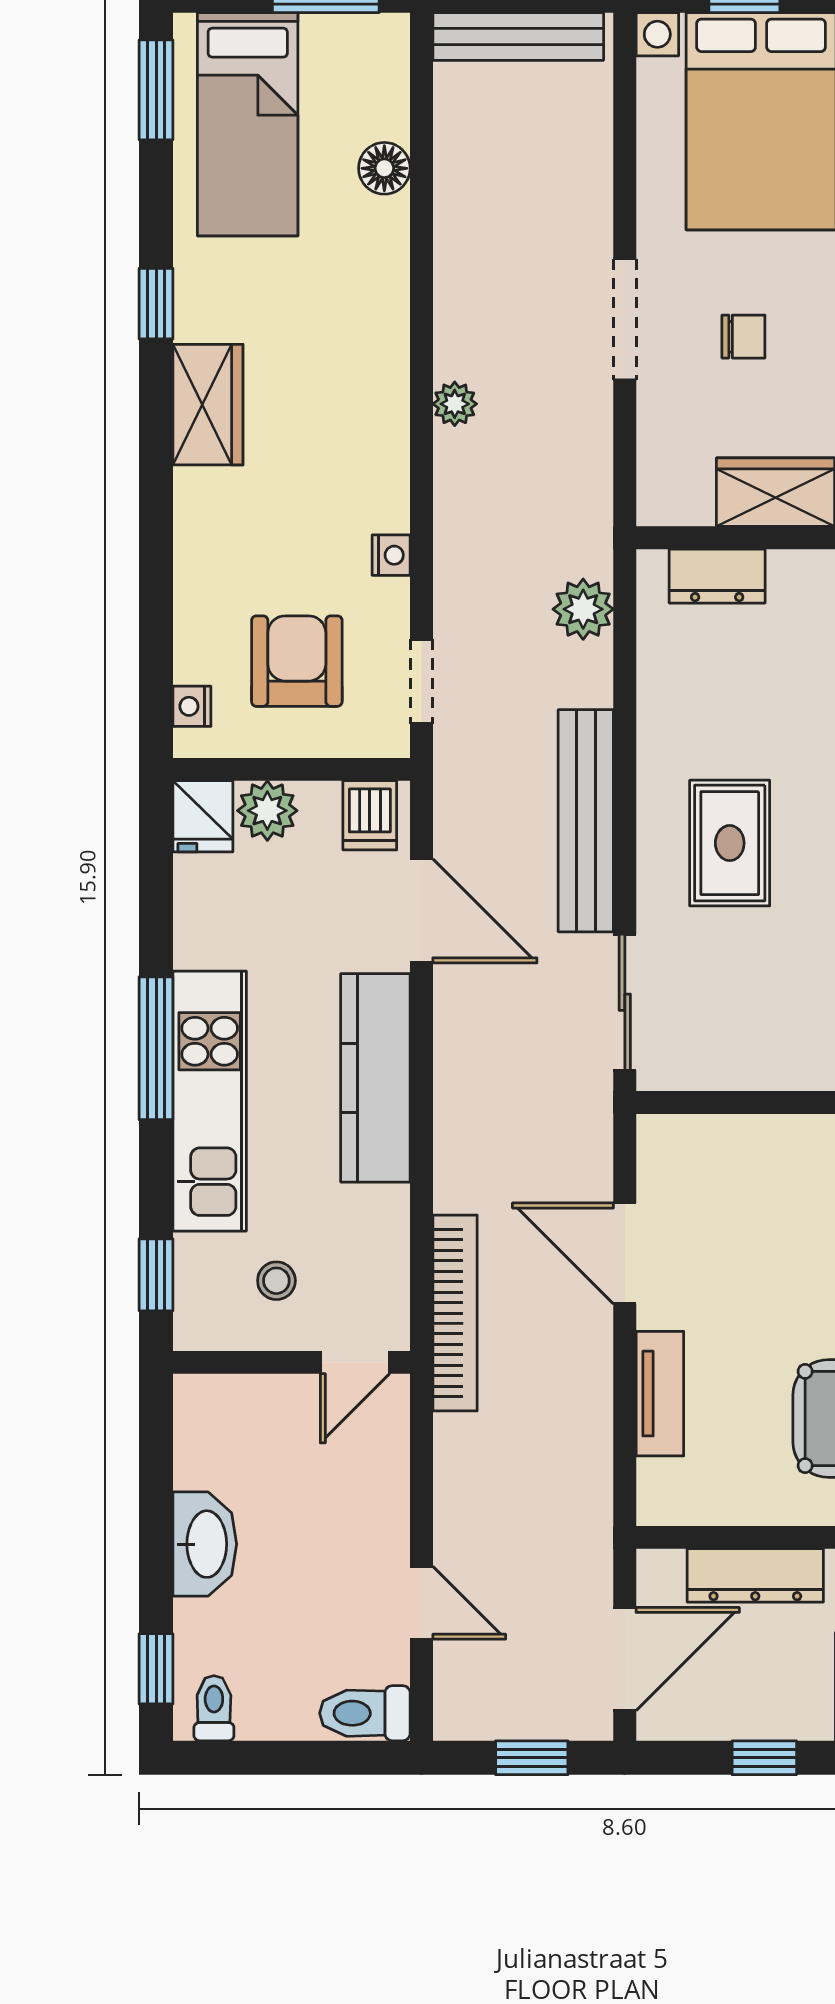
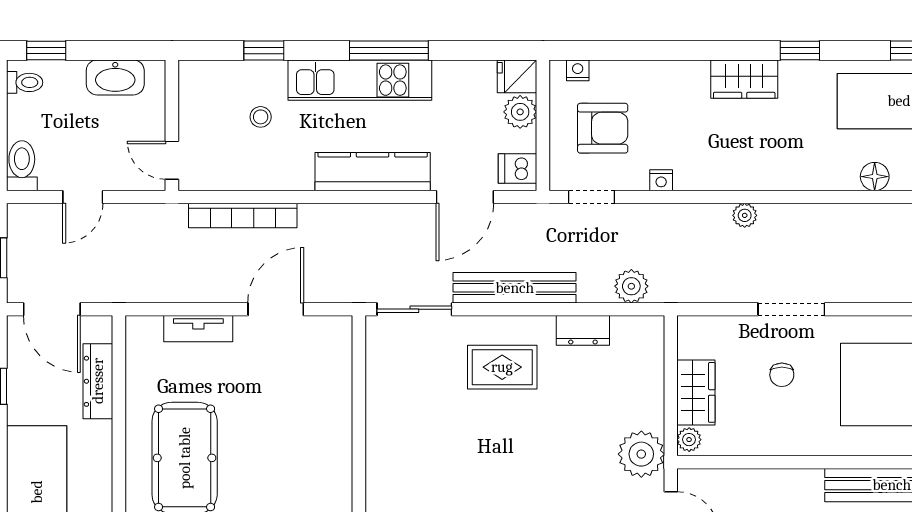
dresser: (717, 576) -> (583, 330), moved, turned -90
wall: (292, 1362) -> (172, 125), moved
door: (355, 1362) -> (172, 160), moved

